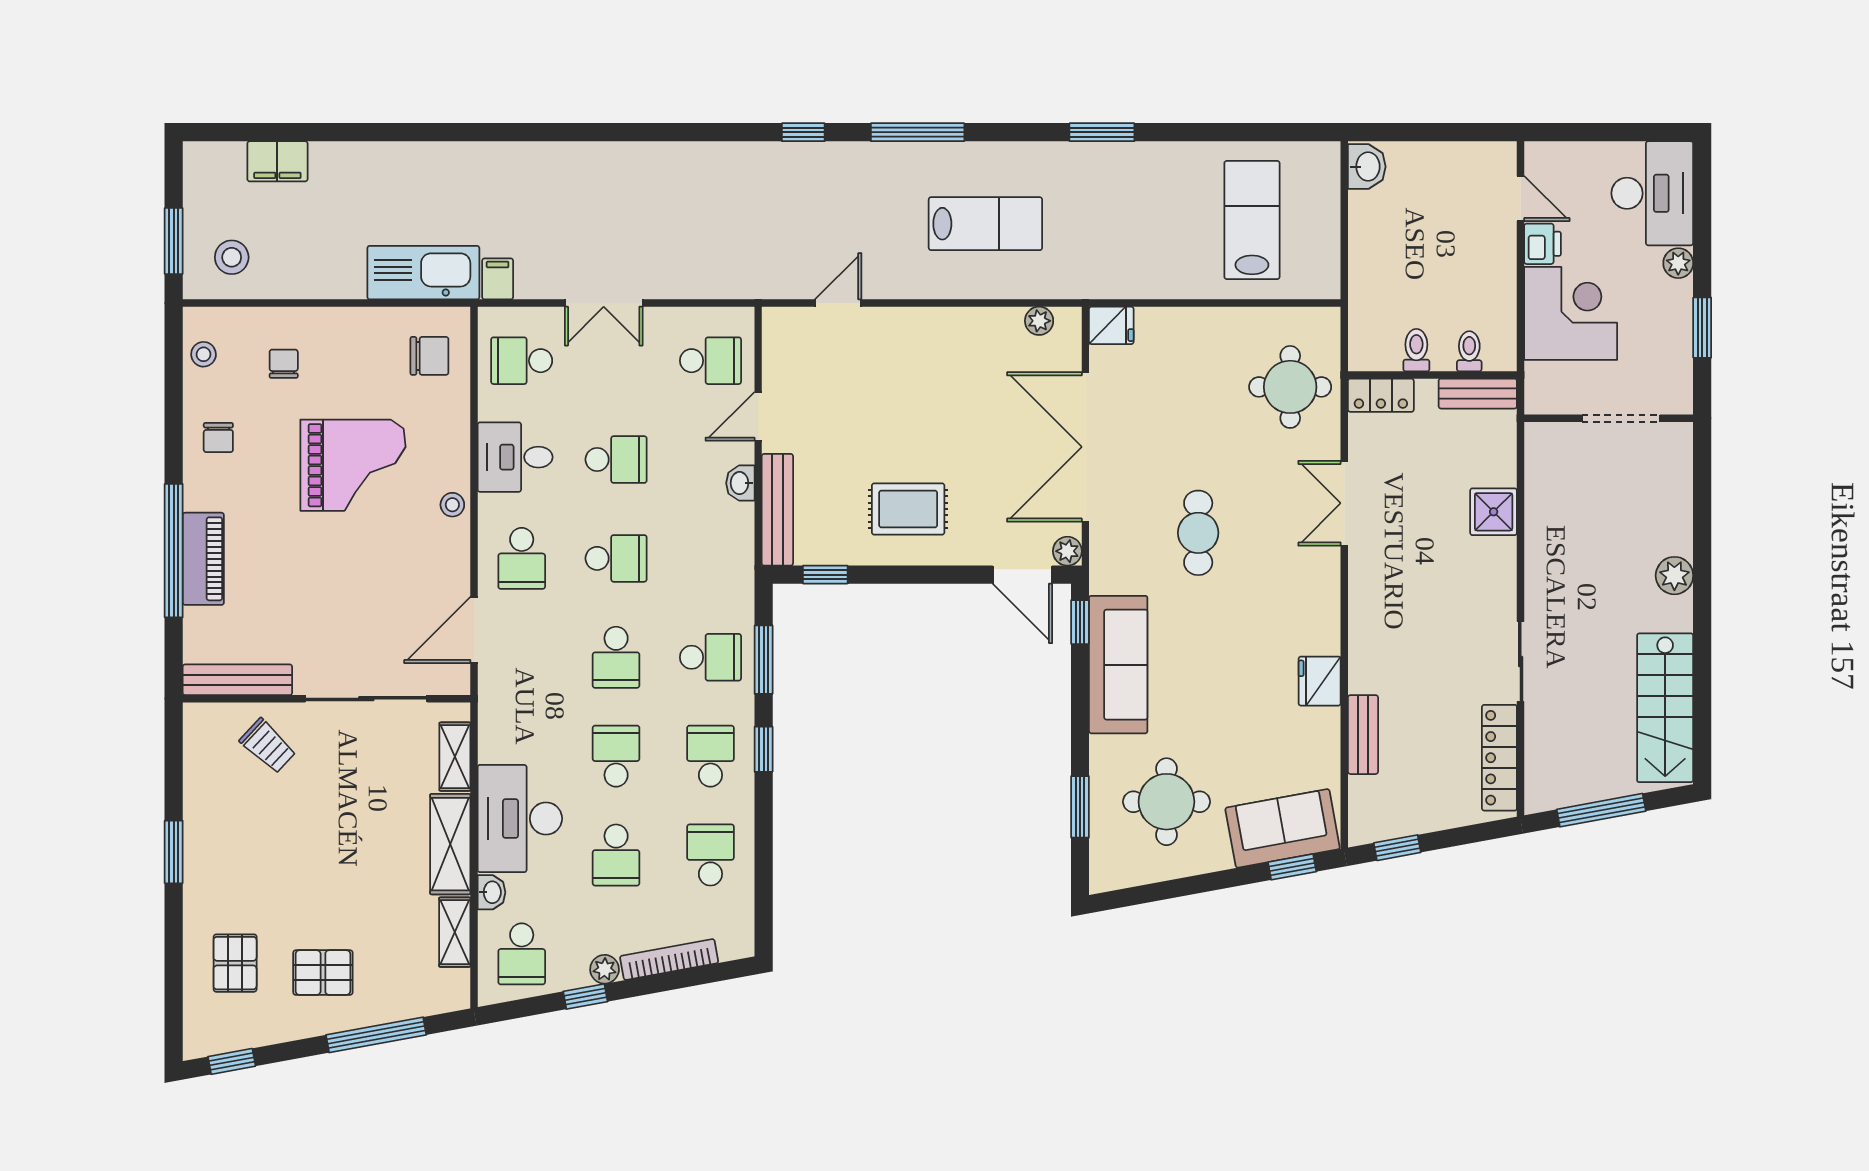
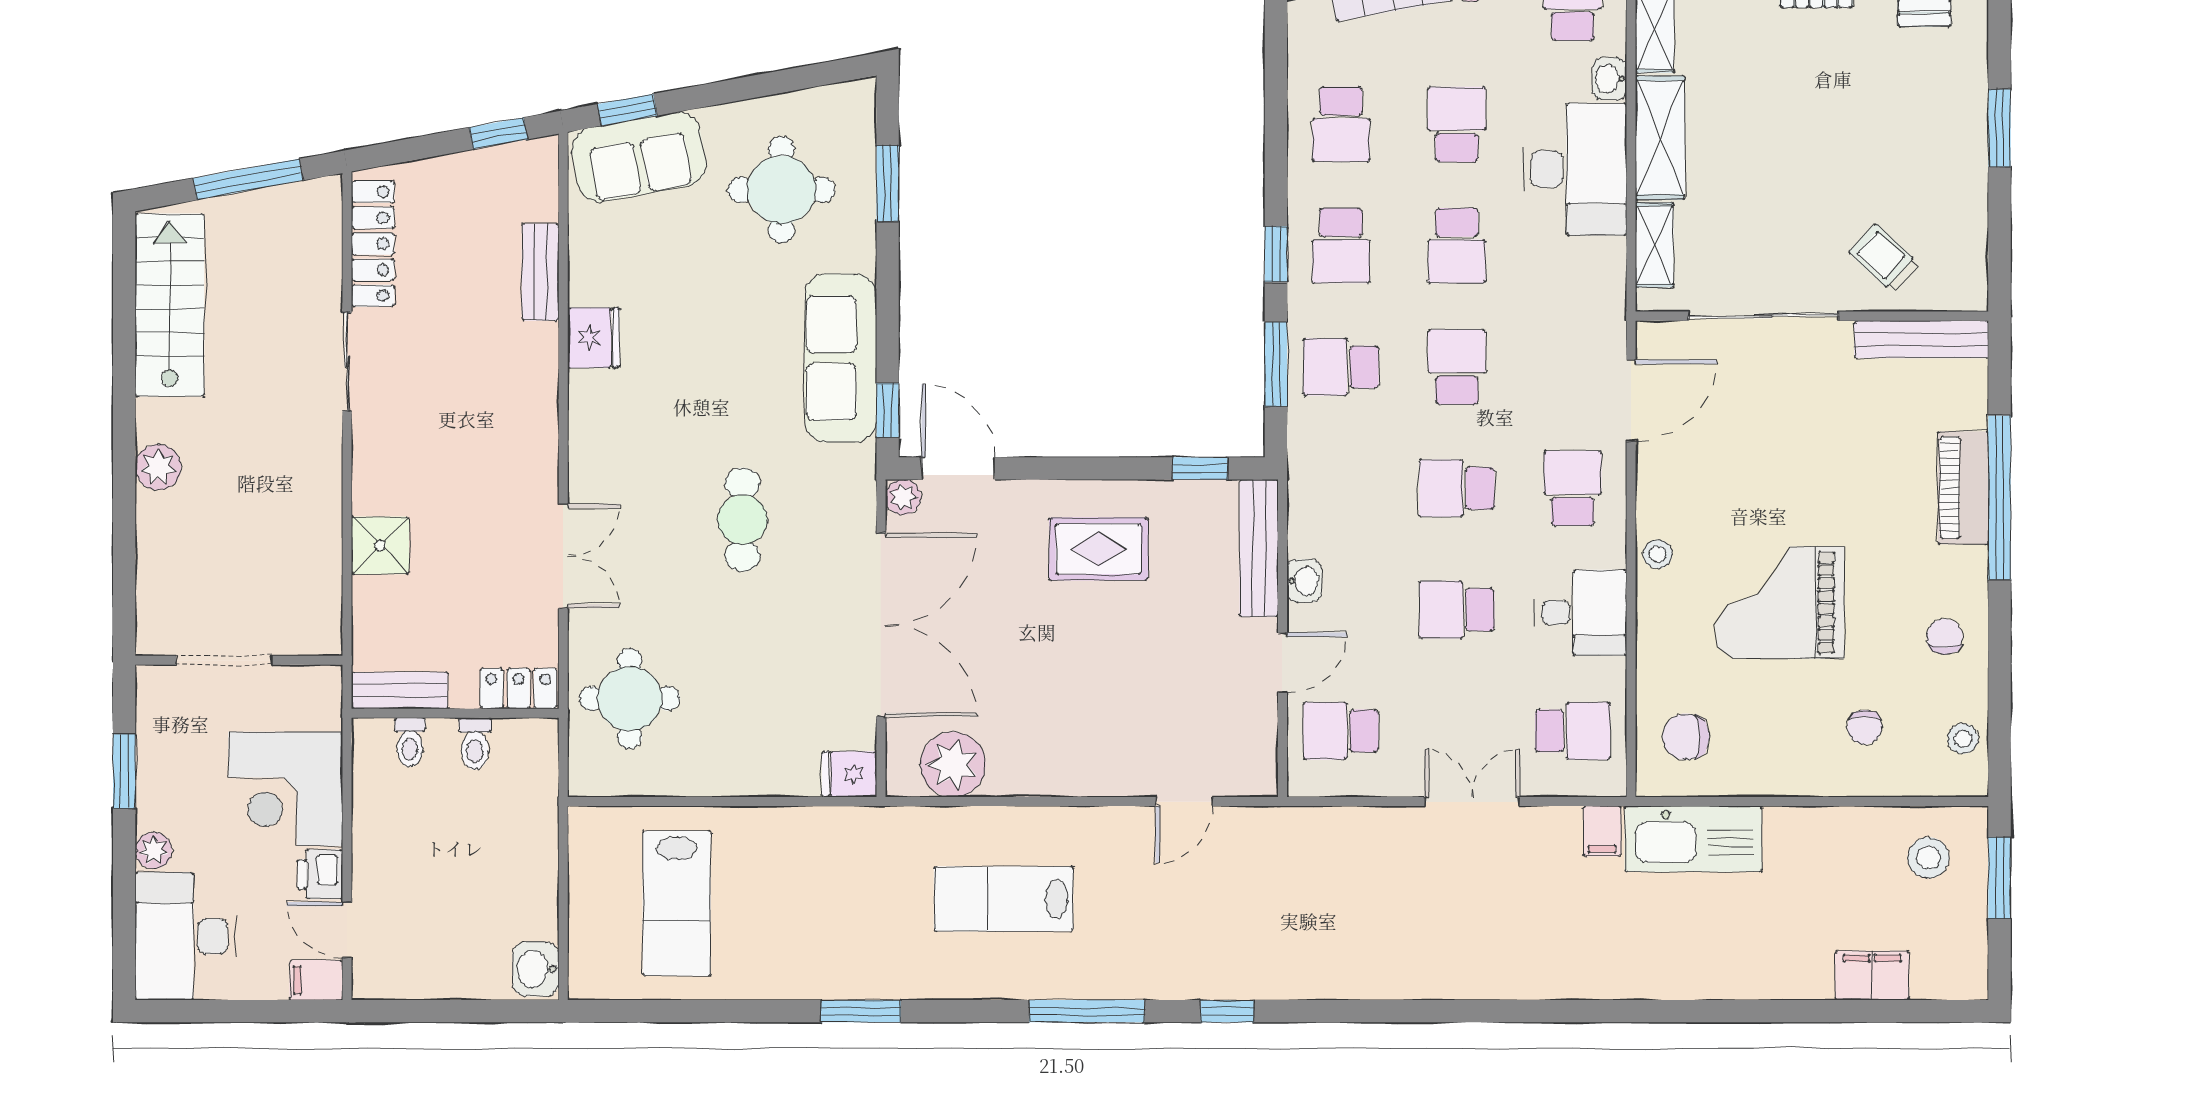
filing cabinet: (1546, 157) -> (316, 980), added
plant: (1039, 321) -> (953, 765), width x1.87, depth x1.87

